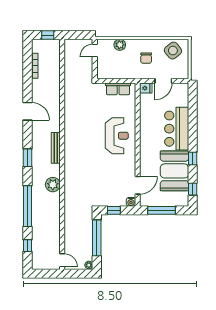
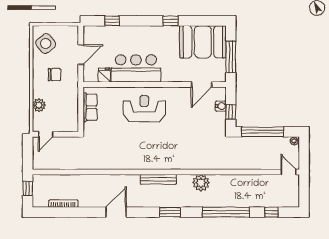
door: (95, 51) -> (46, 134), hinge flipped
door: (163, 81) -> (81, 55), hinge flipped
fridge: (146, 88) -> (104, 75), moved
bar counter: (177, 129) -> (136, 68), moved, turned 180
booth: (174, 171) -> (203, 42), moved
door: (138, 185) -> (202, 85), swing flipped
window: (193, 189) -> (112, 21), moved
water cooler: (131, 202) -> (221, 106), moved
door: (62, 260) -> (289, 172), hinge flipped

